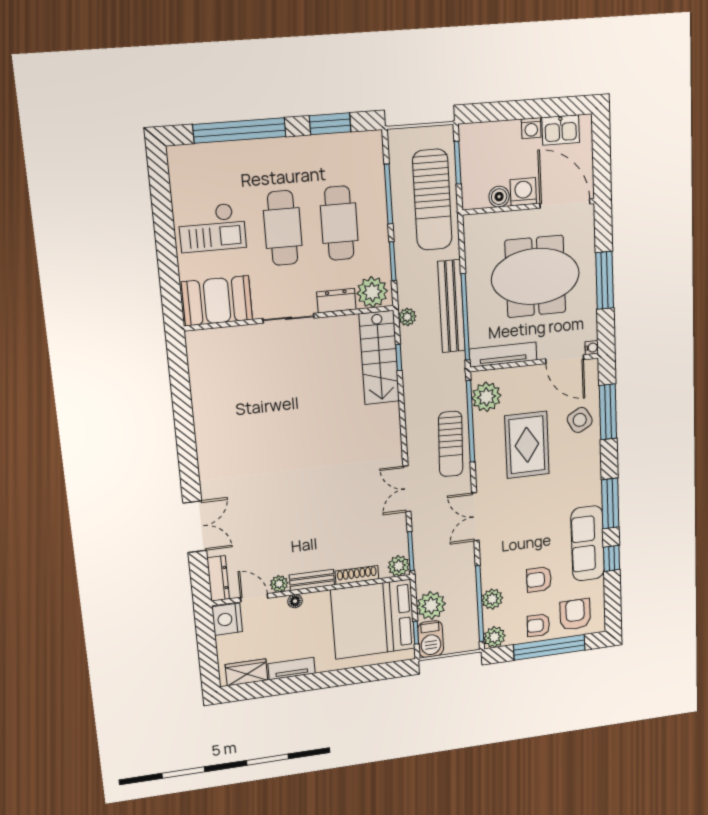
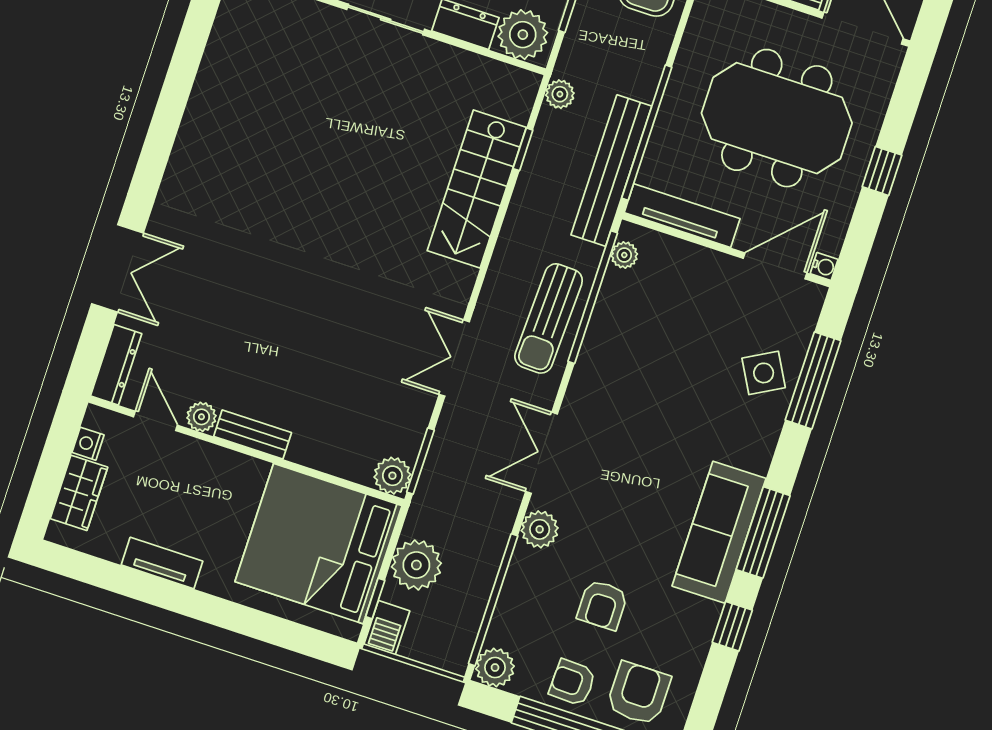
window: (605, 280) -> (882, 171), width x0.46
bench: (451, 306) -> (611, 171), moved
stairs: (379, 358) -> (477, 189), moved
door: (565, 359) -> (775, 266), swing flipped
plant: (486, 397) -> (624, 255), width x0.53, depth x0.53
rug: (527, 445) -> (666, 375), removed
sofa: (588, 543) -> (719, 532), moved
shoe rack: (357, 575) -> (323, 460), removed
armchair: (539, 579) -> (602, 605), turned -90
plant: (492, 599) -> (540, 529), moved
floor lamp: (295, 601) -> (213, 456), removed
nightstand: (227, 619) -> (88, 444), width x0.53, depth x0.56
barbecue: (431, 639) -> (387, 628), width x0.73, depth x0.79
wardrobe: (246, 672) -> (79, 493), moved, turned 90

